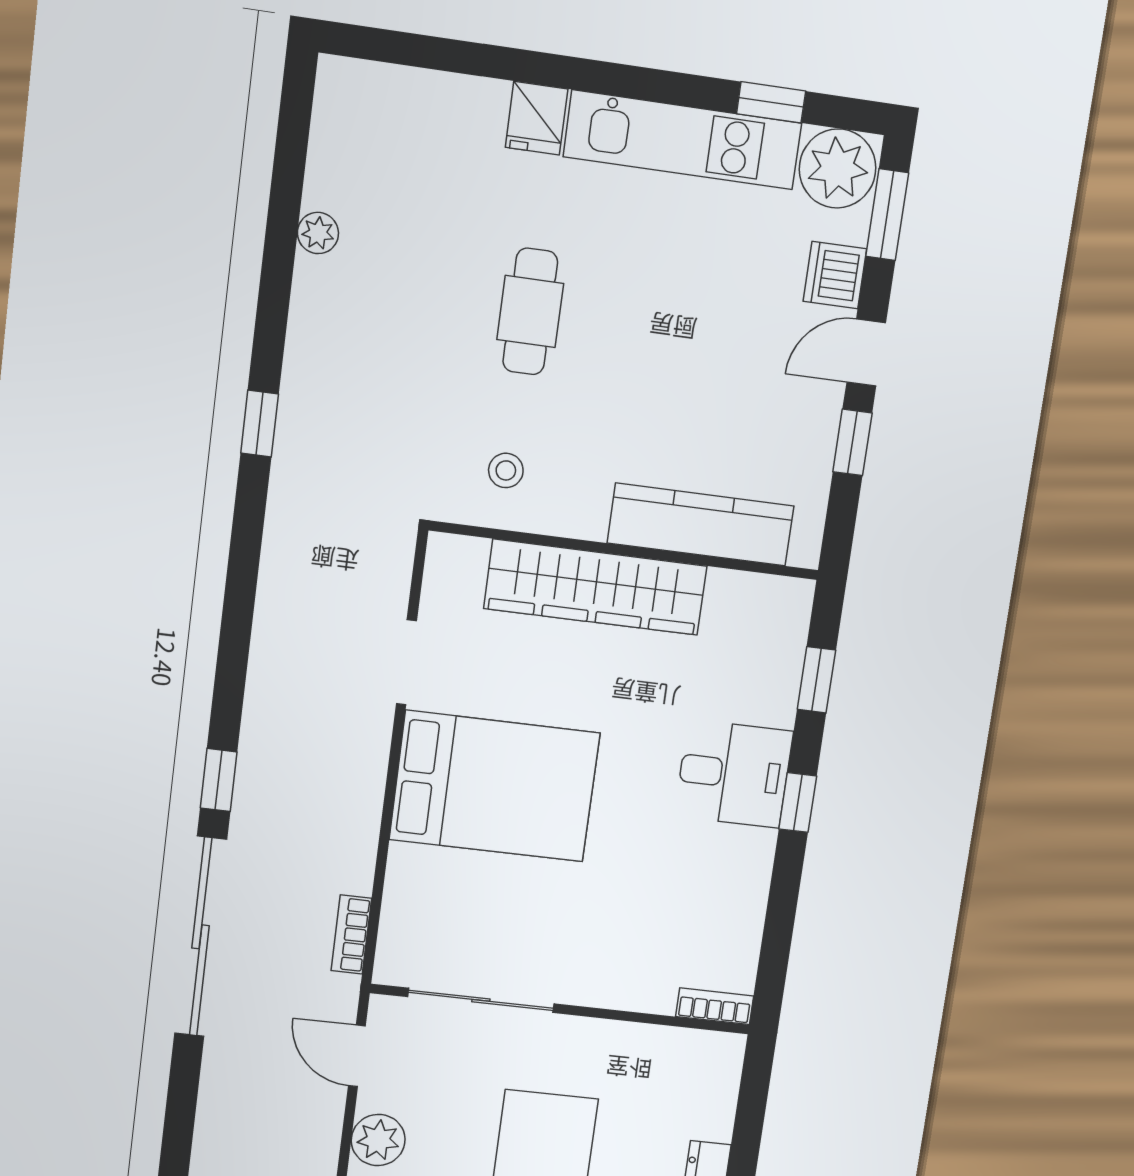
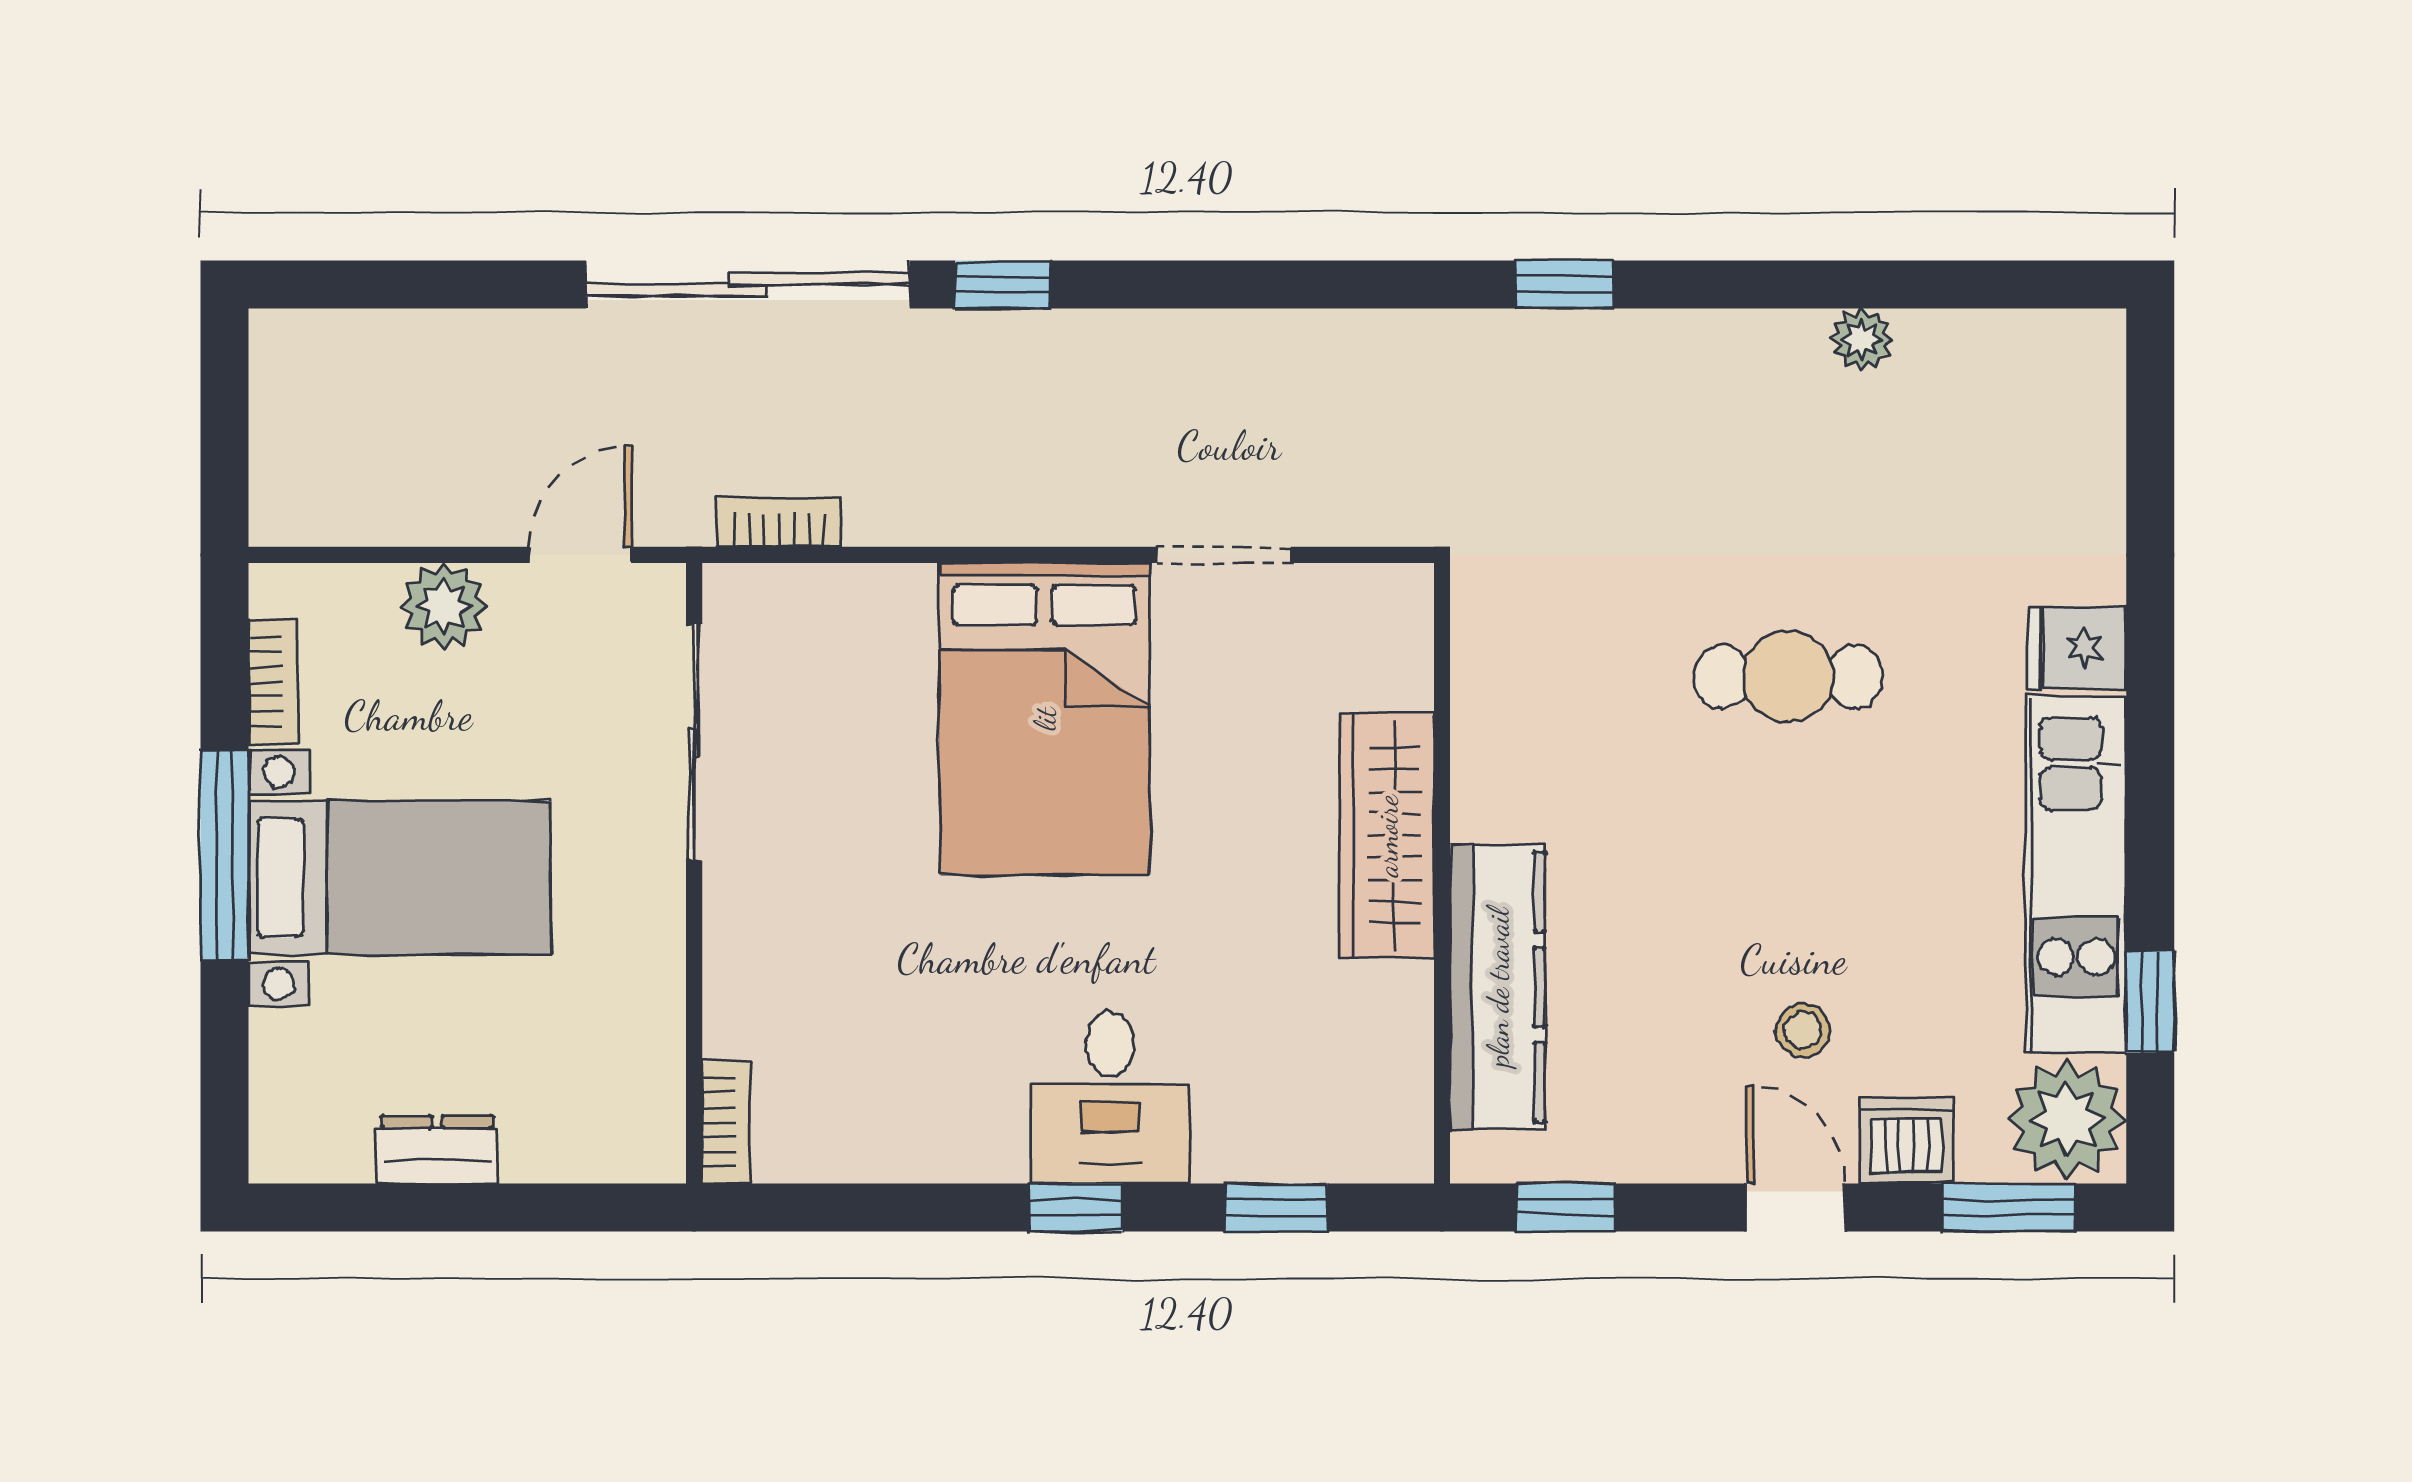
window: (853, 442) -> (1566, 1207), moved
stool: (506, 470) -> (1803, 1030), moved
wardrobe: (596, 587) -> (1387, 836), width x0.71, depth x0.85

